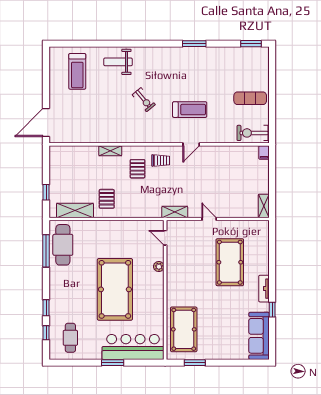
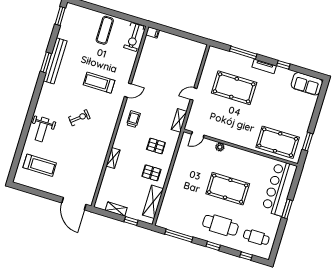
bench: (199, 53) -> (55, 61), added
treadmill: (190, 110) -> (99, 83), turned -90
door: (191, 144) -> (128, 90), hinge flipped
pallet: (137, 169) -> (156, 146), moved
shelving: (264, 206) -> (116, 209), moved
cafe table: (63, 245) -> (220, 225), moved
window: (272, 260) -> (243, 53), added
pool table: (115, 289) -> (228, 189), width x0.73, depth x0.76
window: (46, 308) -> (213, 246), moved
sofa: (259, 336) -> (307, 84), width x0.73

